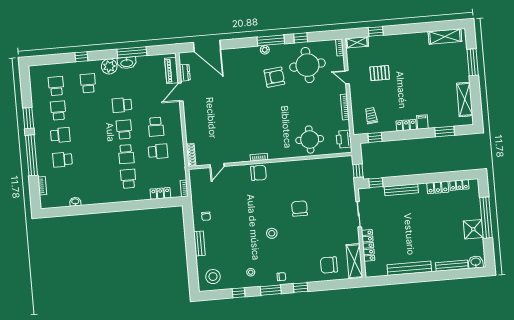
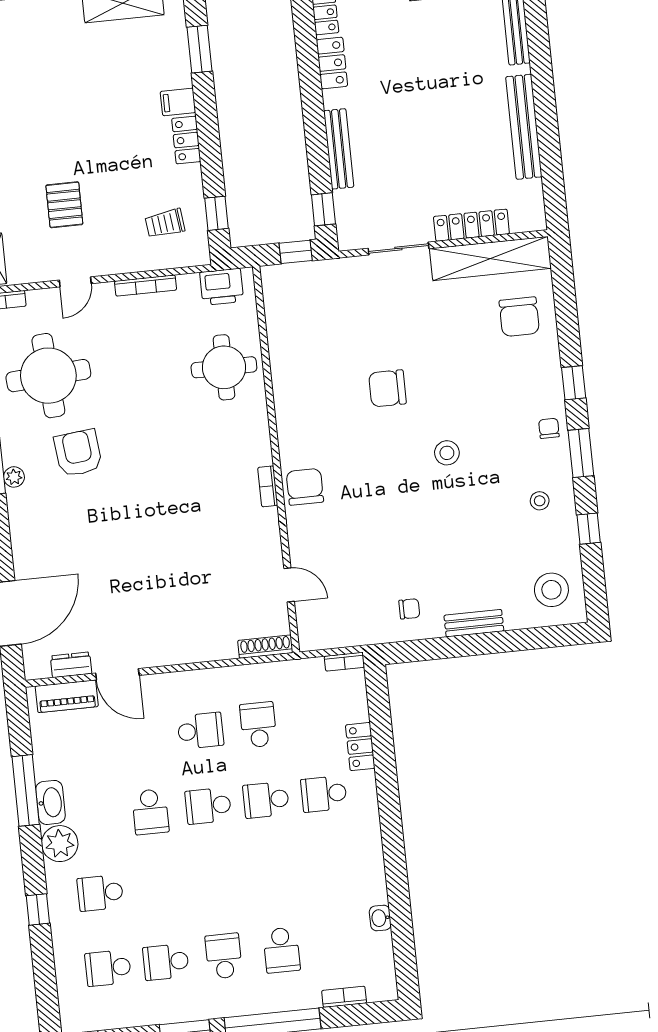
school desk: (126, 154) -> (266, 800), turned 180
locker: (160, 193) -> (360, 747), moved
shelving: (354, 261) -> (490, 258), width x1.47

